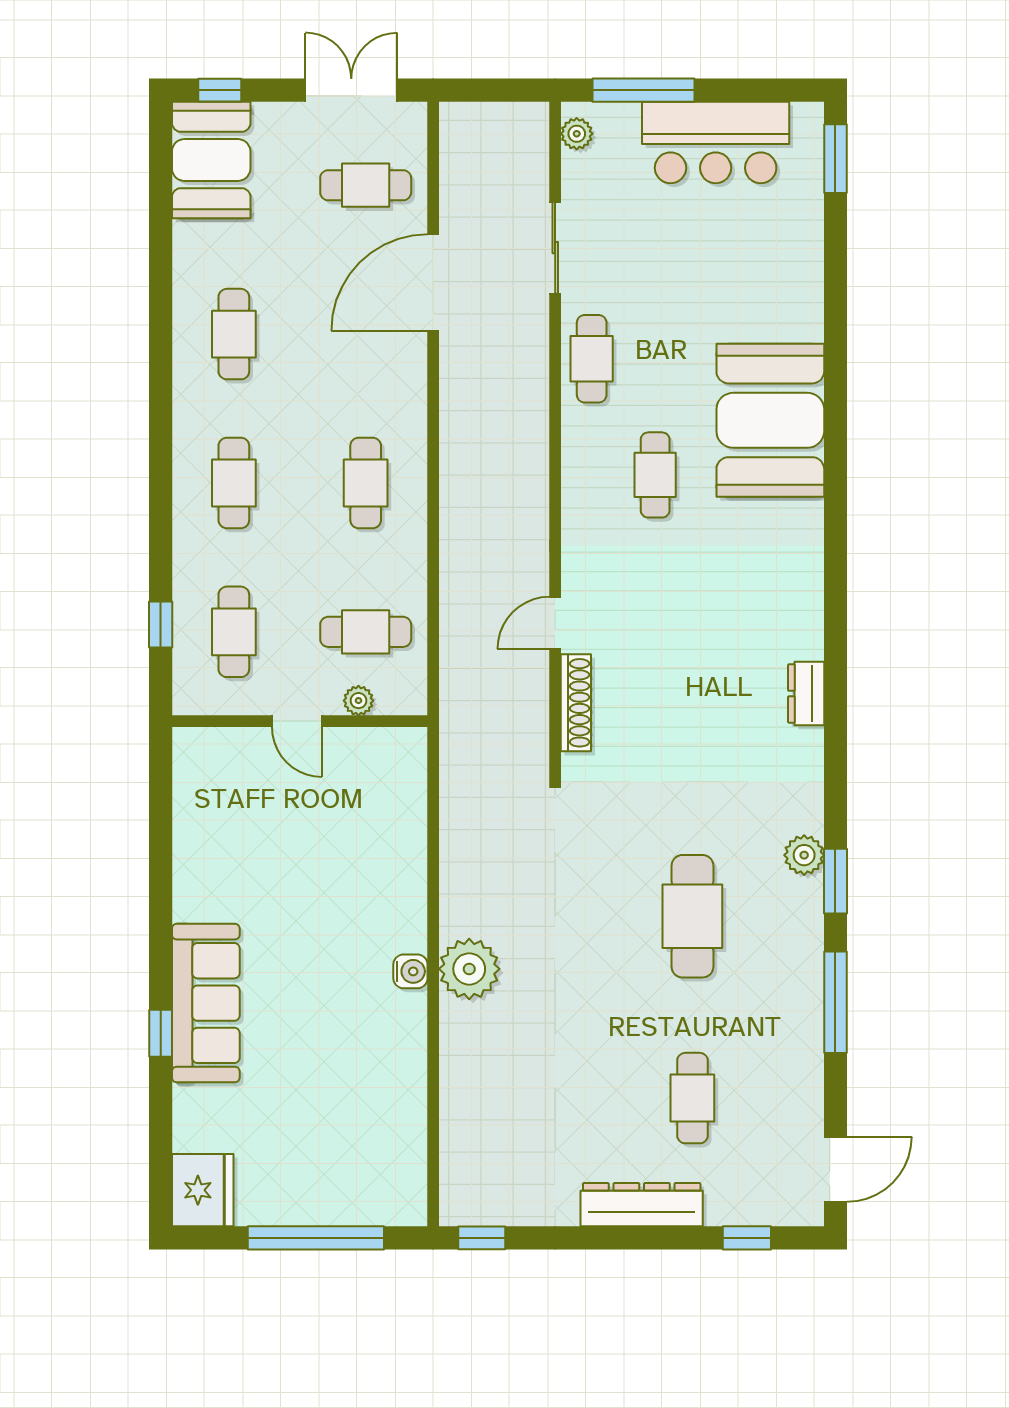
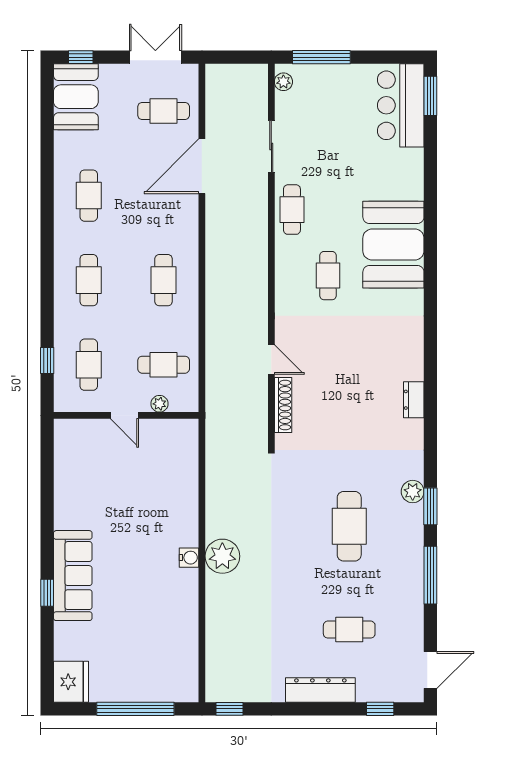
bar counter: (716, 142) -> (401, 105), moved, turned 90
door: (555, 623) -> (271, 360), swing flipped
cafe table: (692, 1098) -> (349, 630), turned 90

